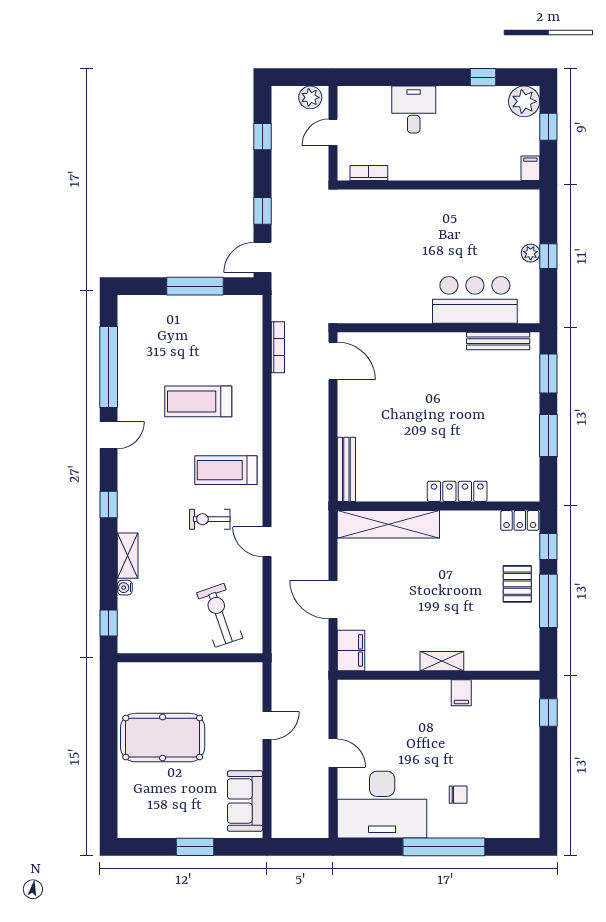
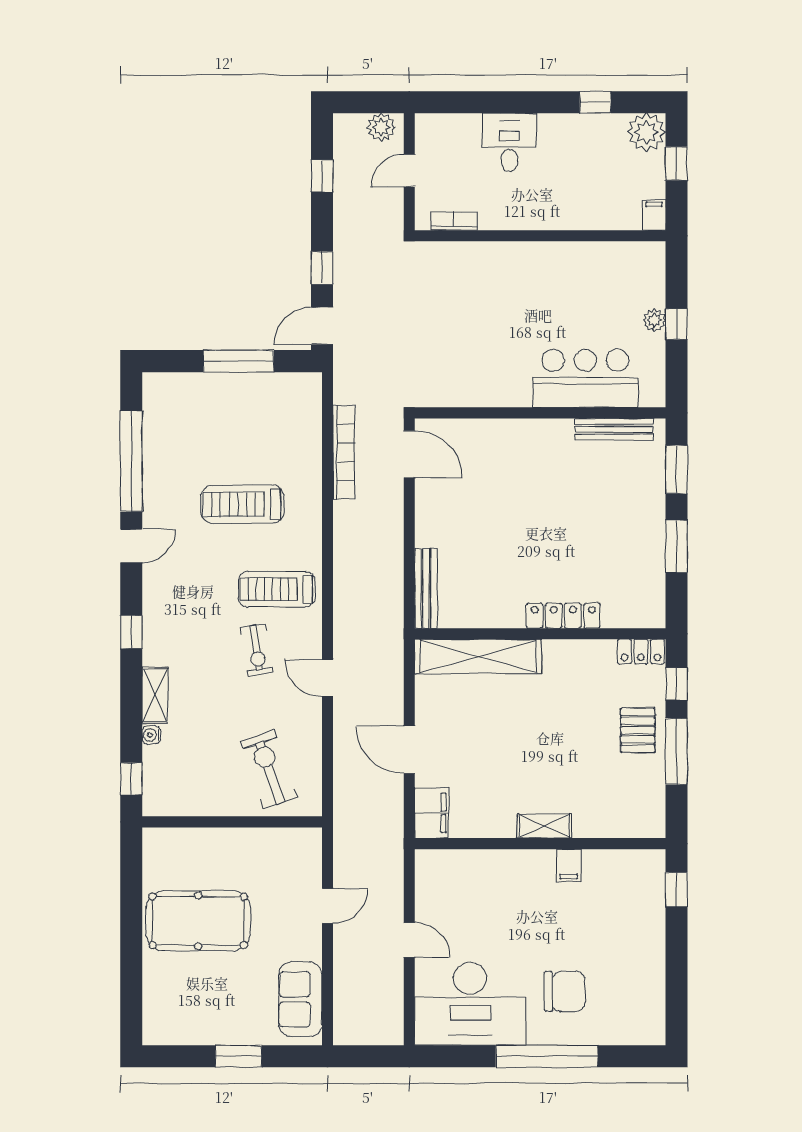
bookcase: (278, 347) -> (344, 452), width x1.48, depth x1.31
exercise bike: (210, 519) -> (257, 650), turned -98
chair: (458, 795) -> (565, 991), width x1.87, depth x1.87

